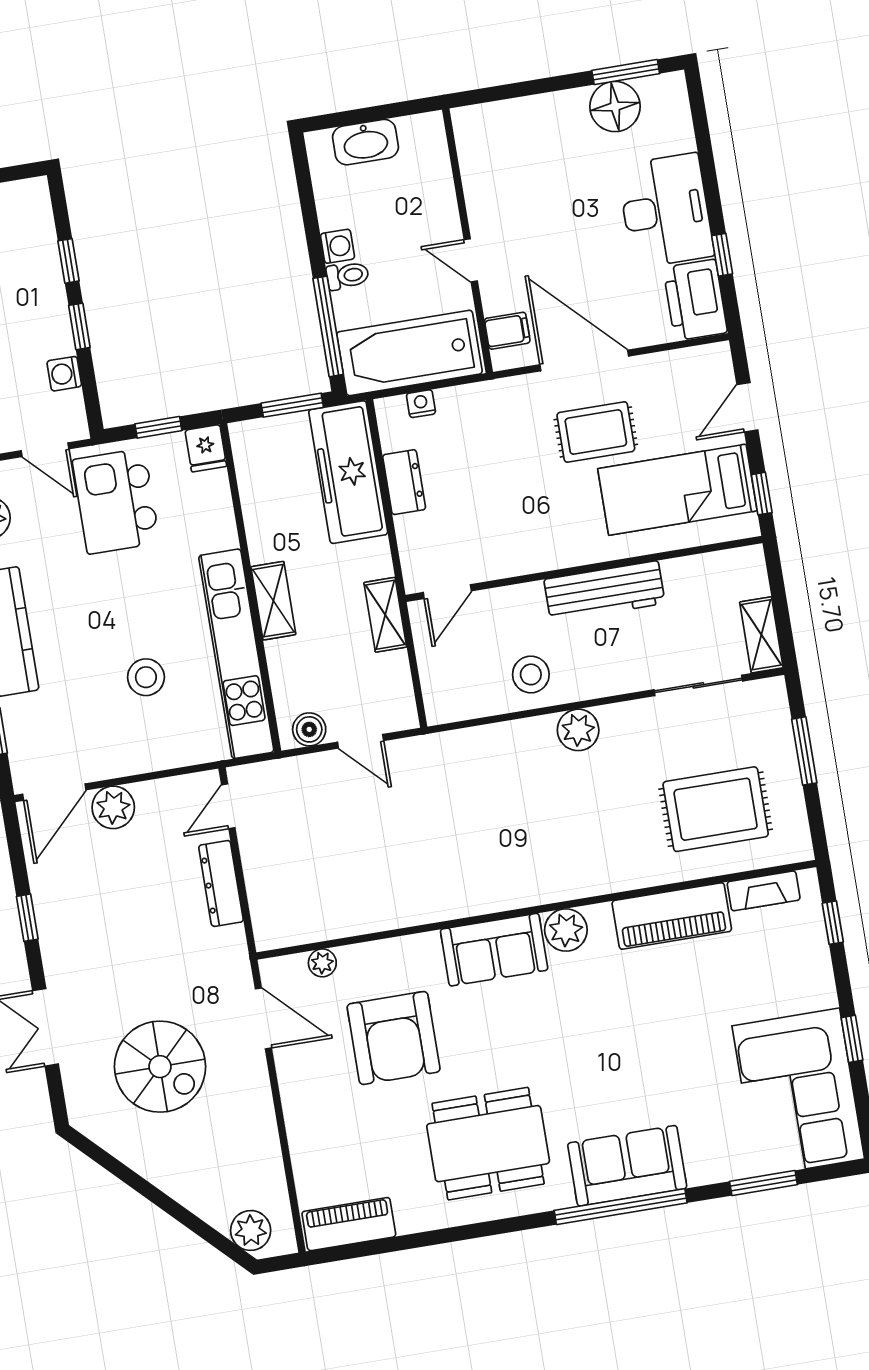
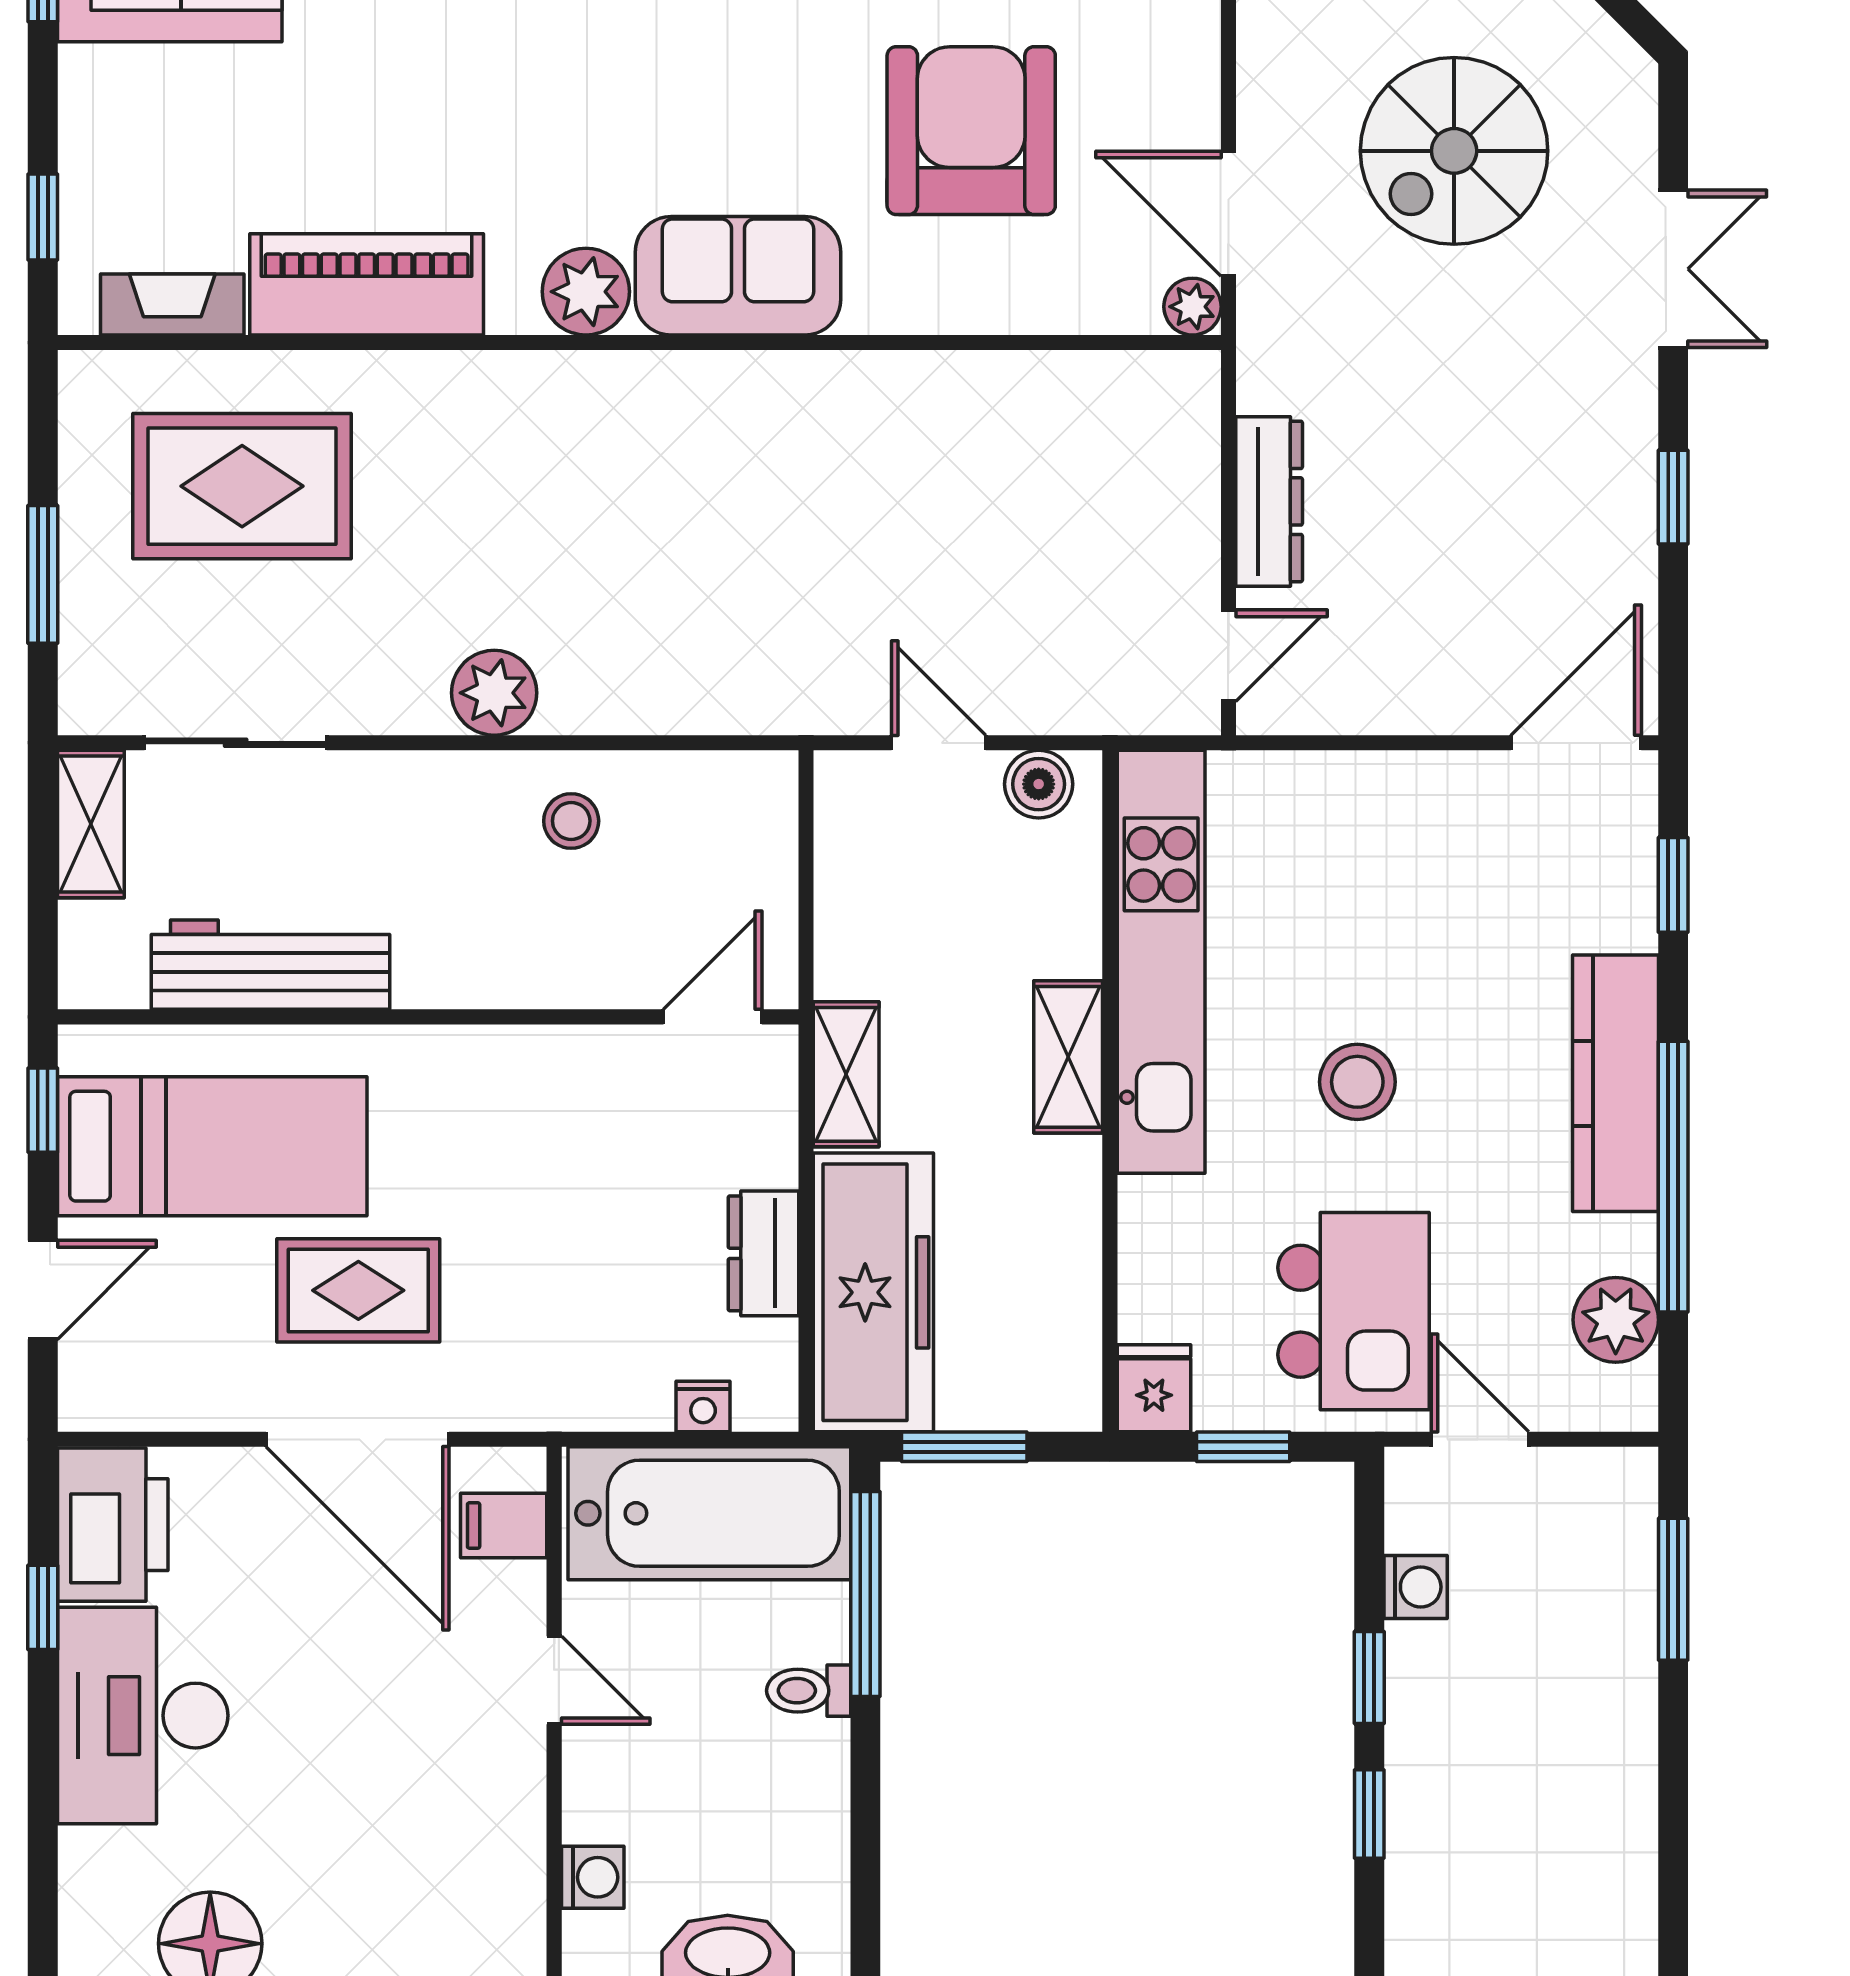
washing machine: (337, 246) -> (593, 1877), moved, turned 180
workbench: (604, 591) -> (271, 965), moved
shelving: (385, 615) -> (846, 1074), moved
stool: (531, 674) -> (571, 821), width x0.73, depth x0.73
stool: (146, 677) -> (1357, 1082), moved
plant: (113, 807) -> (1462, 692), removed
plant: (322, 963) -> (1193, 307), moved
spiral stairs: (160, 1067) -> (1454, 151), turned -90

